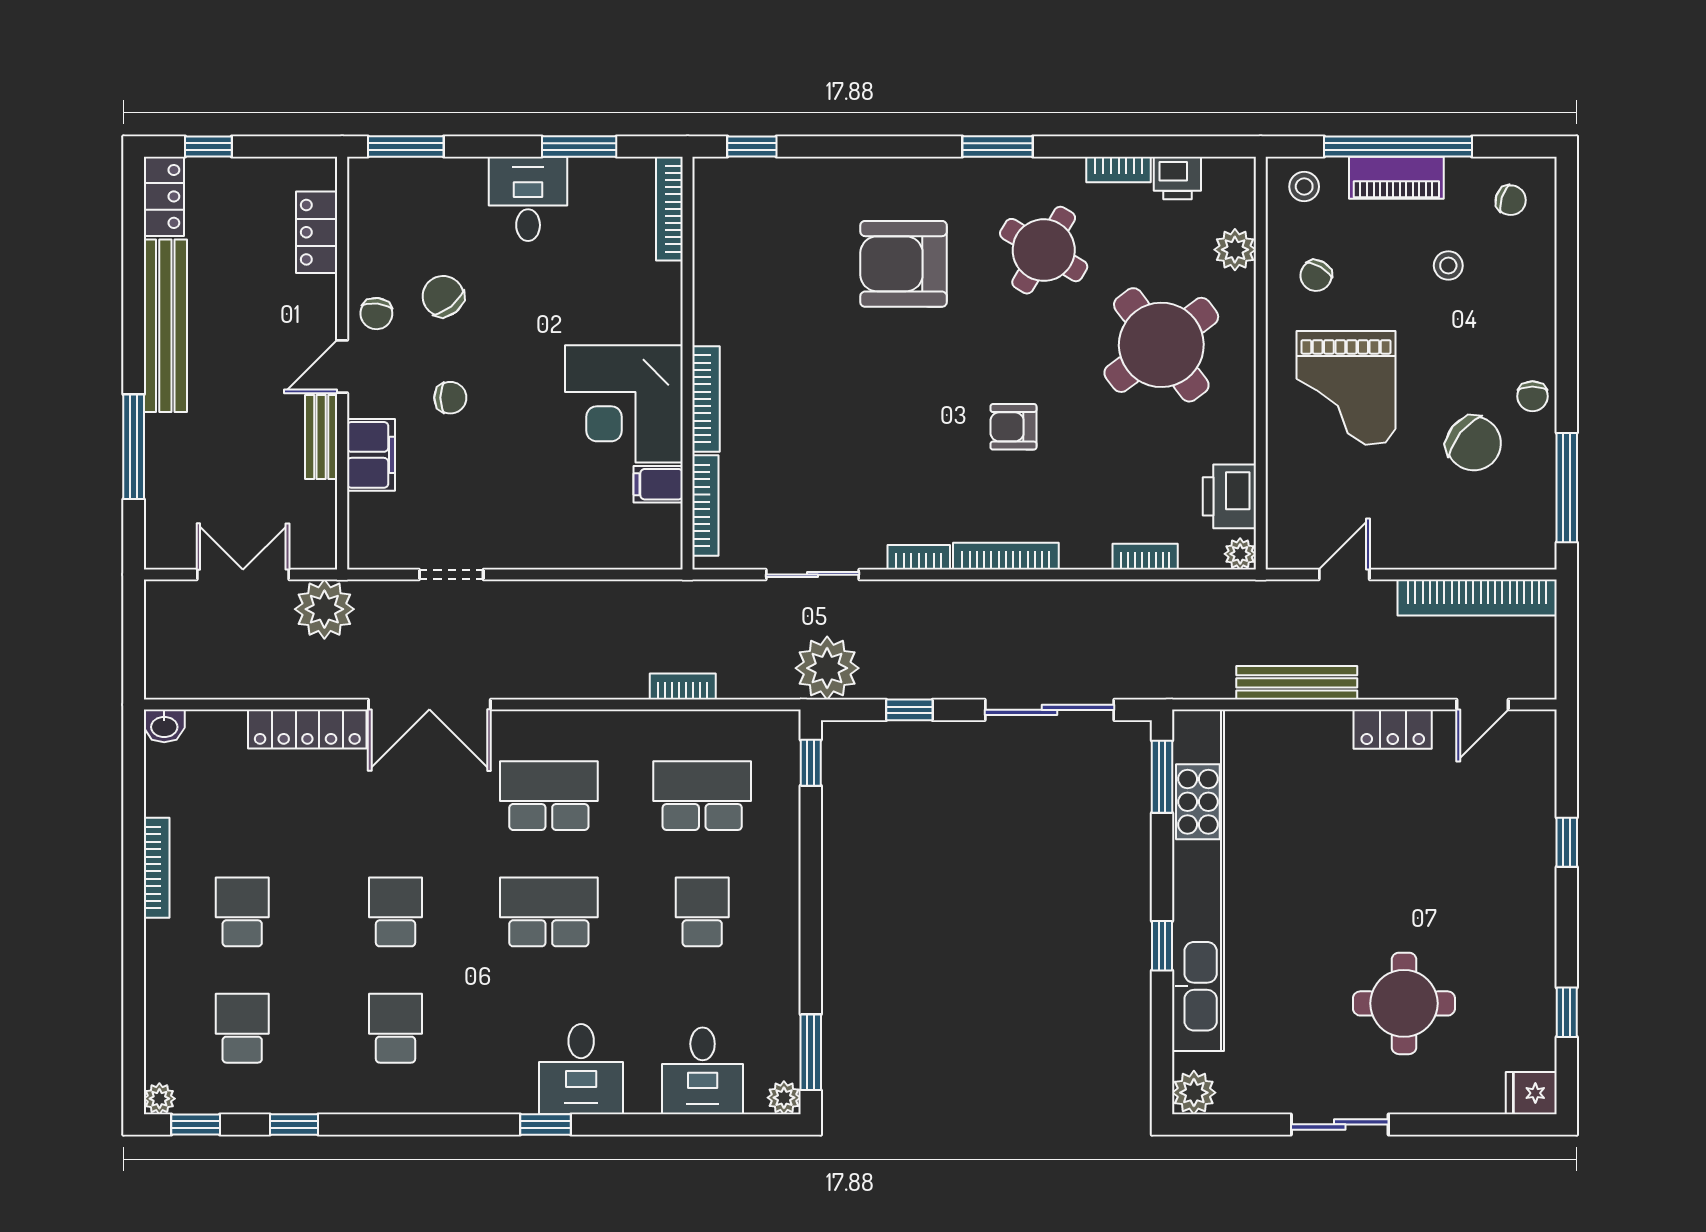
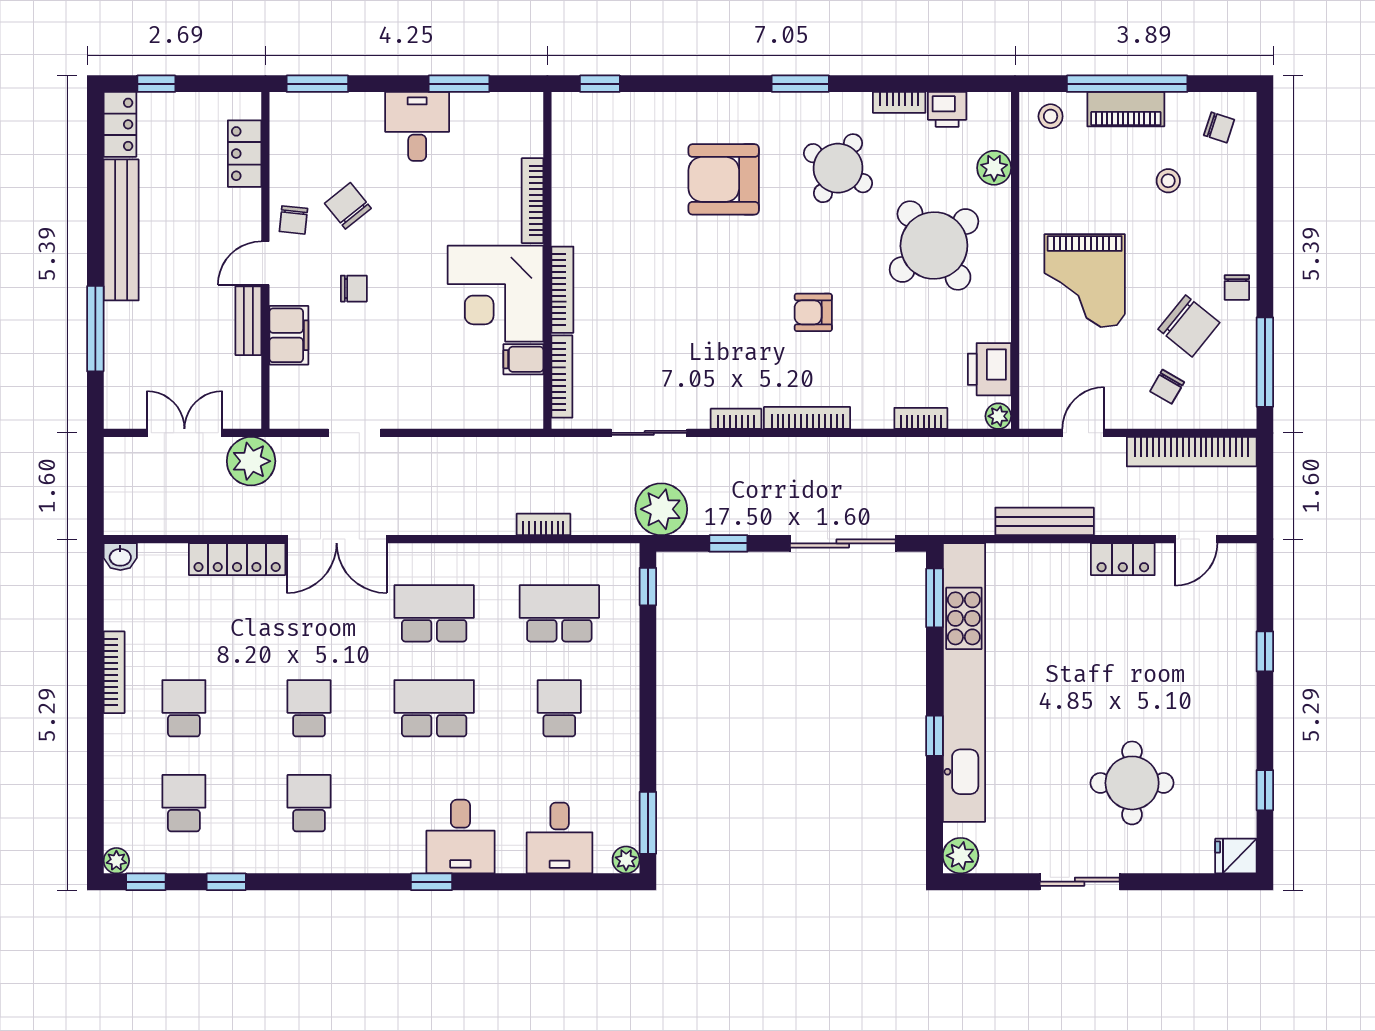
bookcase: (669, 209) -> (533, 201), moved
chair: (1316, 276) -> (1167, 387), moved

